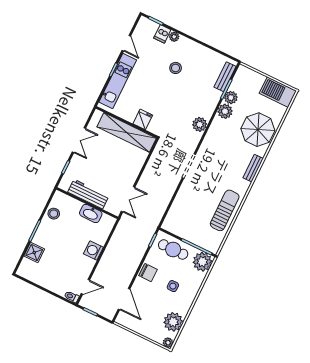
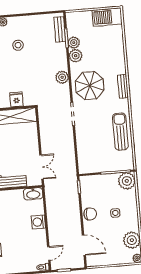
parasol: (258, 130) -> (90, 86), moved
washbasin: (91, 214) -> (33, 194), moved
cafe table: (173, 249) -> (99, 185), removed

